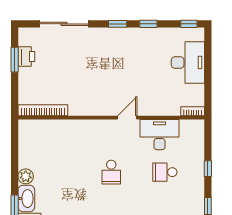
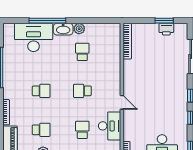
school desk: (58, 172) -> (82, 52), added

